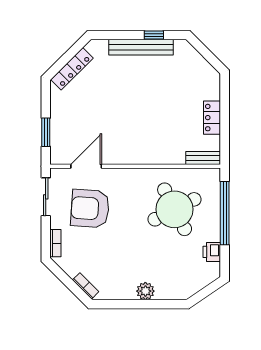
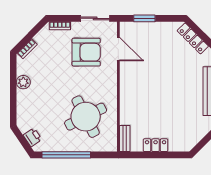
armchair: (90, 209) -> (86, 52), turned 86
window: (225, 213) -> (66, 155), moved
printer: (212, 252) -> (32, 137), moved, turned 56
plant: (145, 291) -> (23, 82), moved

